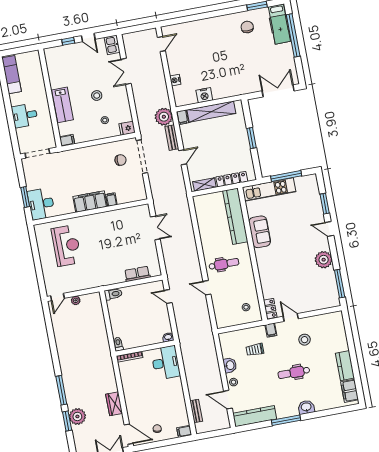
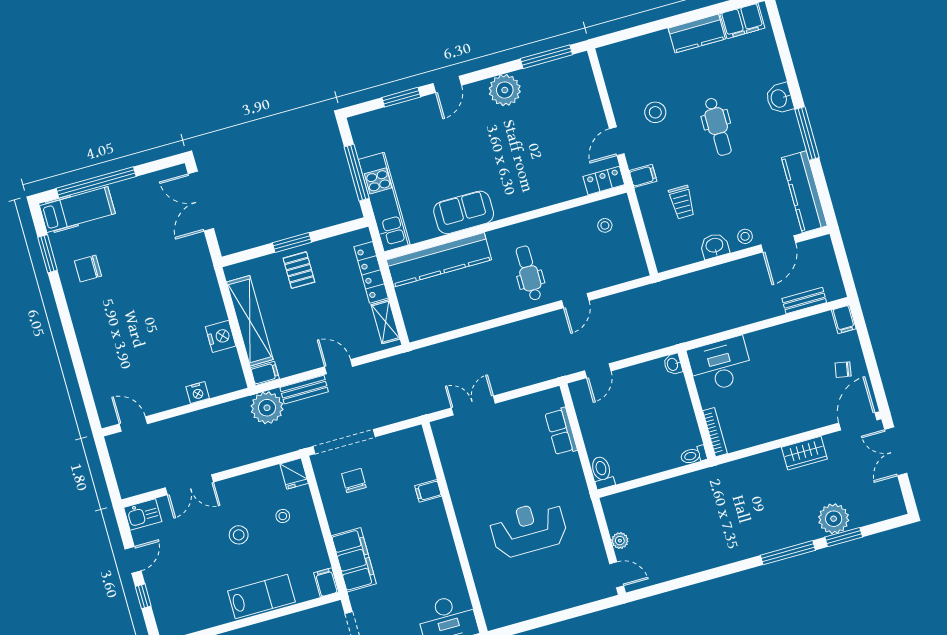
pallet: (236, 140) -> (299, 270), added
filing cabinet: (90, 202) -> (354, 560), moved, turned 180
reception desk: (66, 246) -> (528, 529), moved

